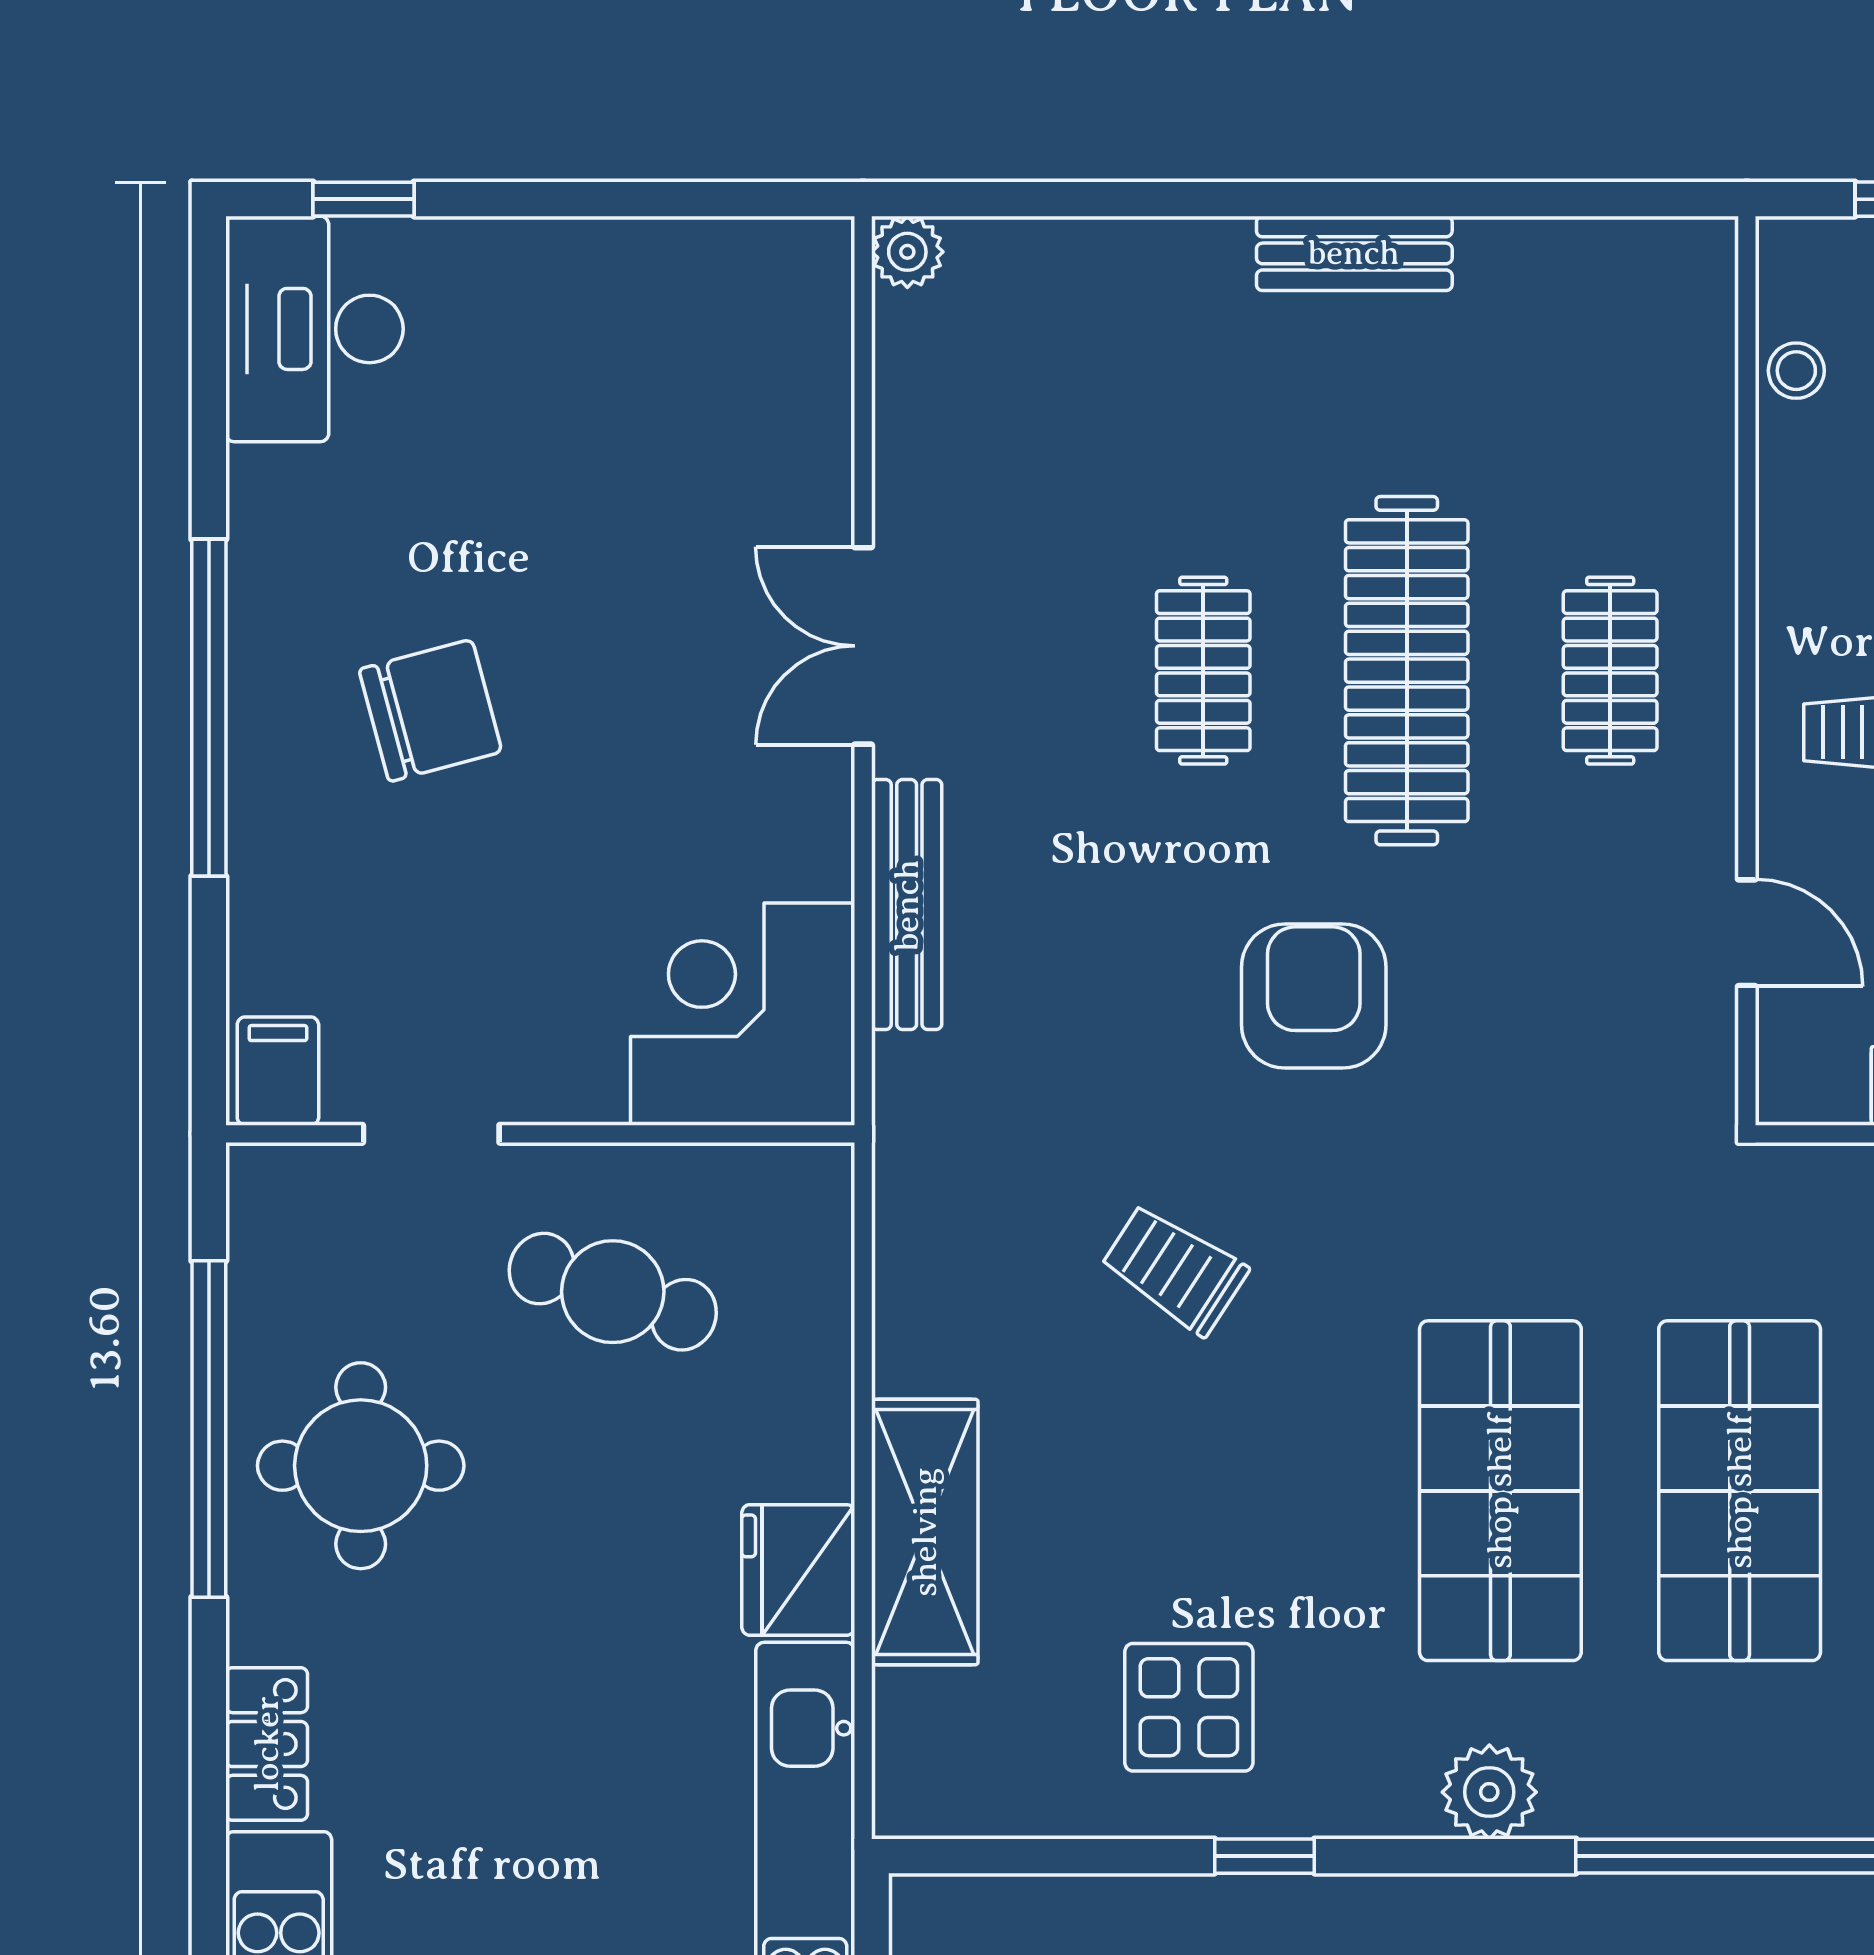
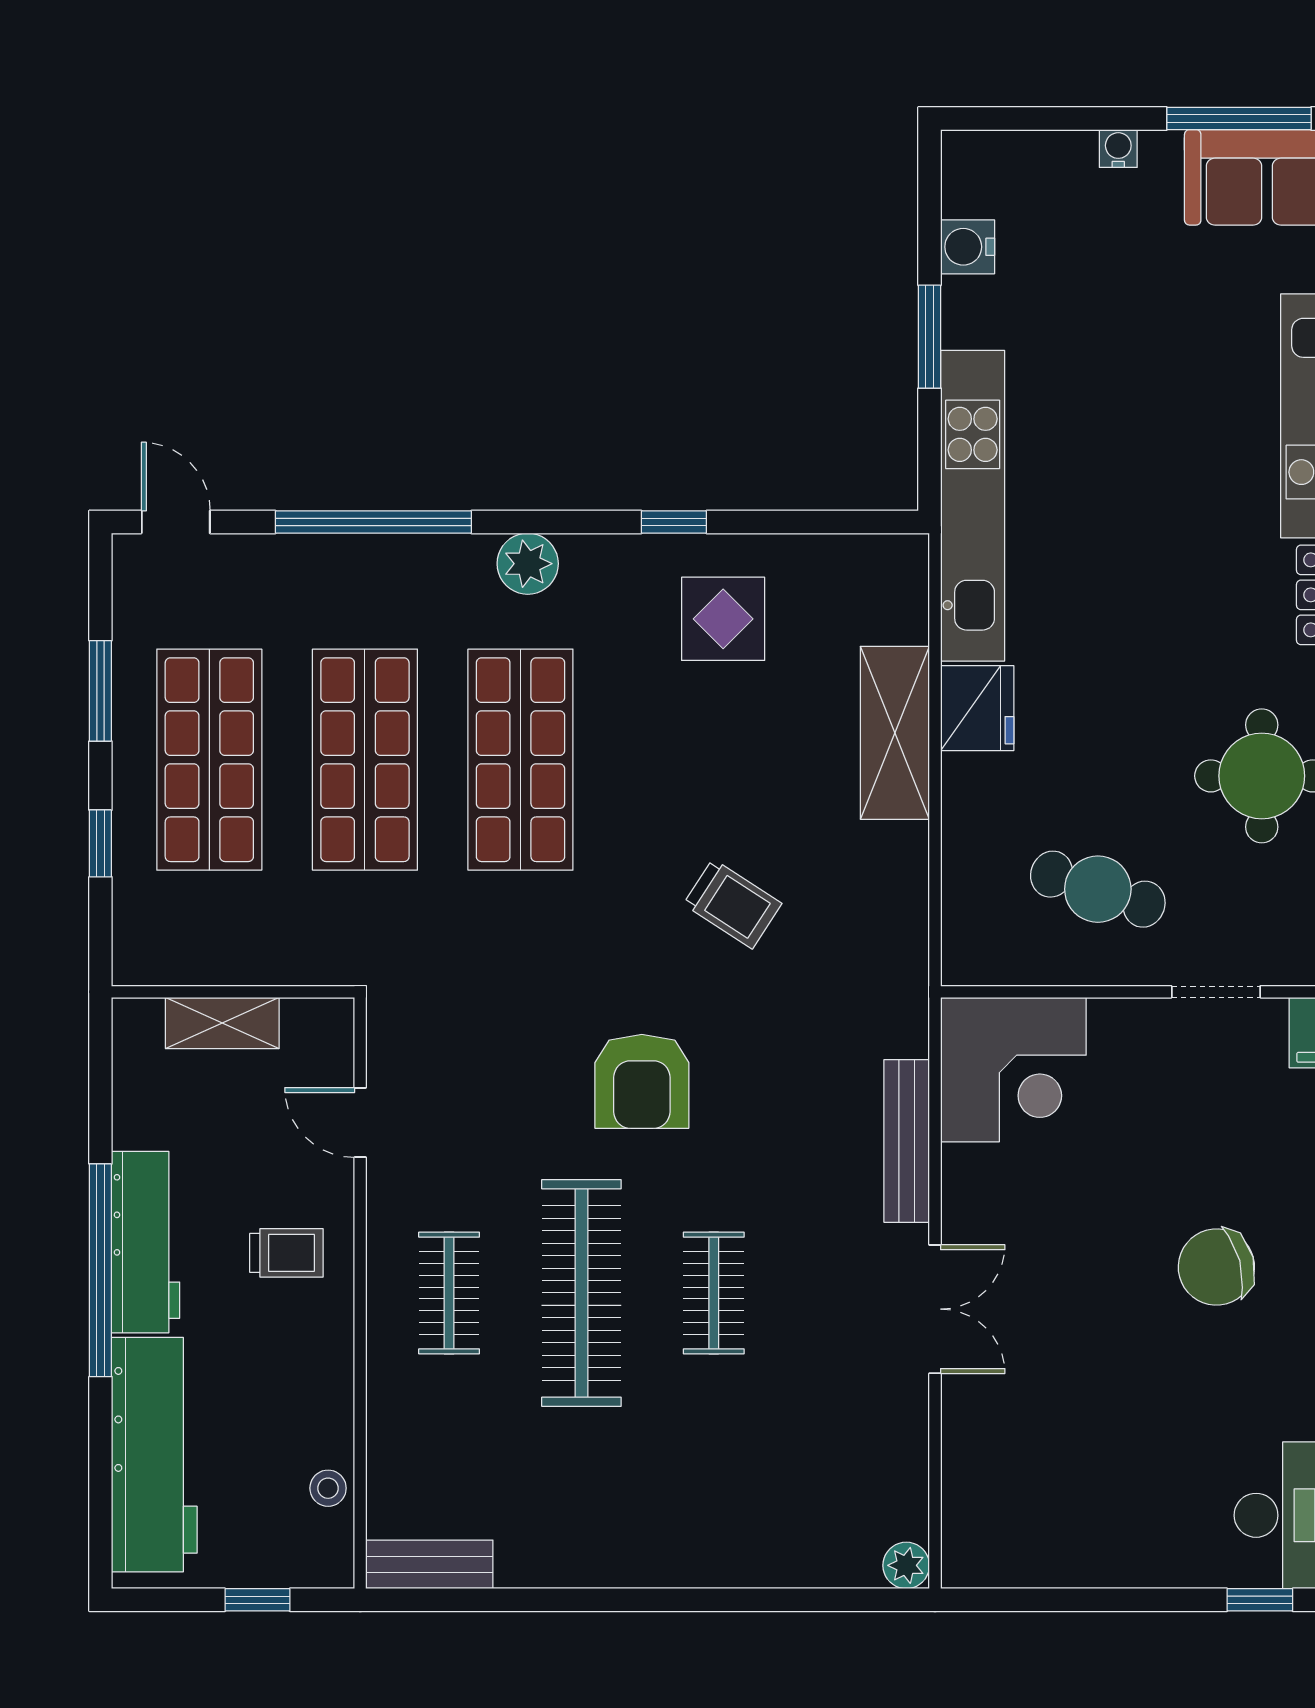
bench: (1354, 253) -> (429, 1564), moved

